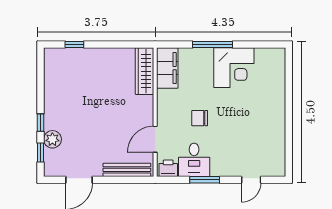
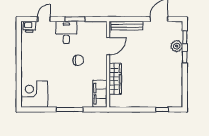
corner desk: (234, 68) -> (34, 94), moved
wardrobe: (145, 71) -> (115, 79), moved
desk: (194, 160) -> (66, 32), moved
printer: (168, 168) -> (29, 27), moved

